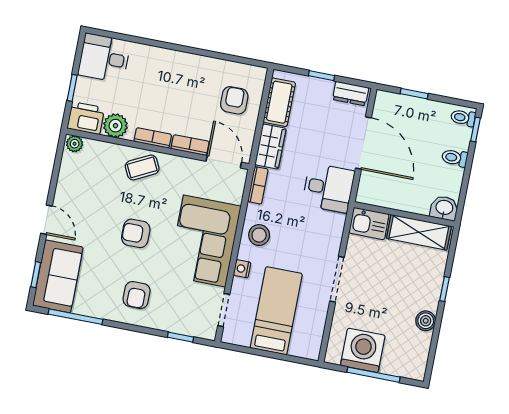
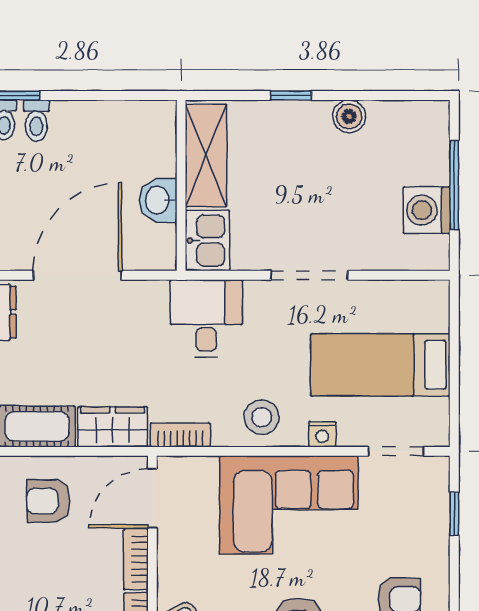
toilet: (455, 158) -> (36, 121), moved
desk: (328, 188) -> (206, 318), moved
washbasin: (444, 208) -> (158, 200), moved
washing machine: (363, 350) -> (427, 210), width x0.73, depth x0.73

